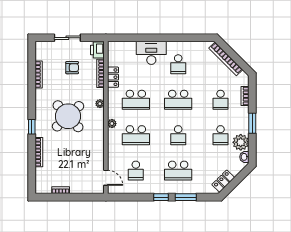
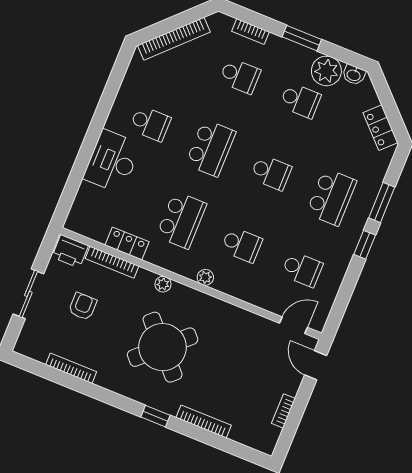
school desk: (136, 135) -> (242, 245), width x0.54
door: (90, 197) -> (316, 365), added

